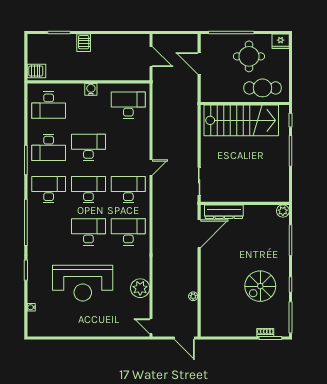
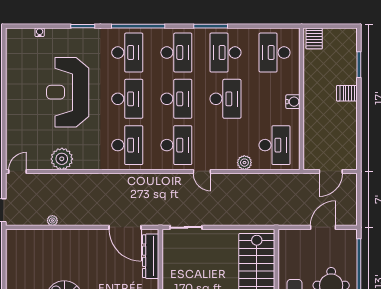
plant: (143, 131) -> (244, 163), added
desk: (49, 232) -> (127, 53), added

